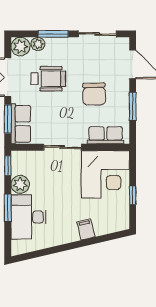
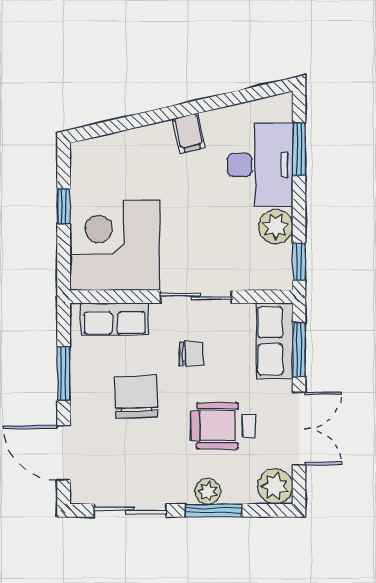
plant: (38, 44) -> (208, 491), moved
chair: (65, 117) -> (192, 354), added
window: (8, 208) -> (299, 149), moved
filing cabinet: (86, 229) -> (189, 133), moved

